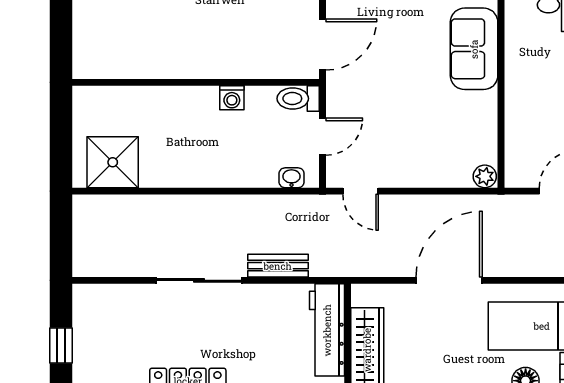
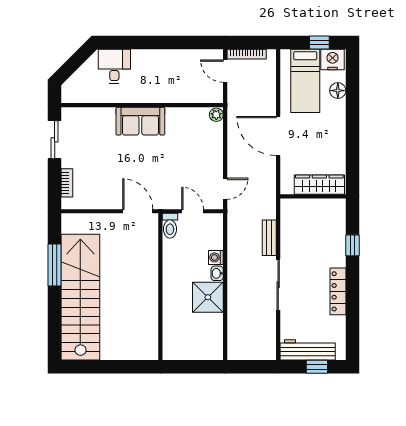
washing machine: (232, 98) -> (216, 257), moved, turned 180
shower: (113, 162) -> (208, 297), moved
washbasin: (292, 178) -> (217, 273), moved
workbench: (327, 330) -> (308, 350), moved, turned 180

